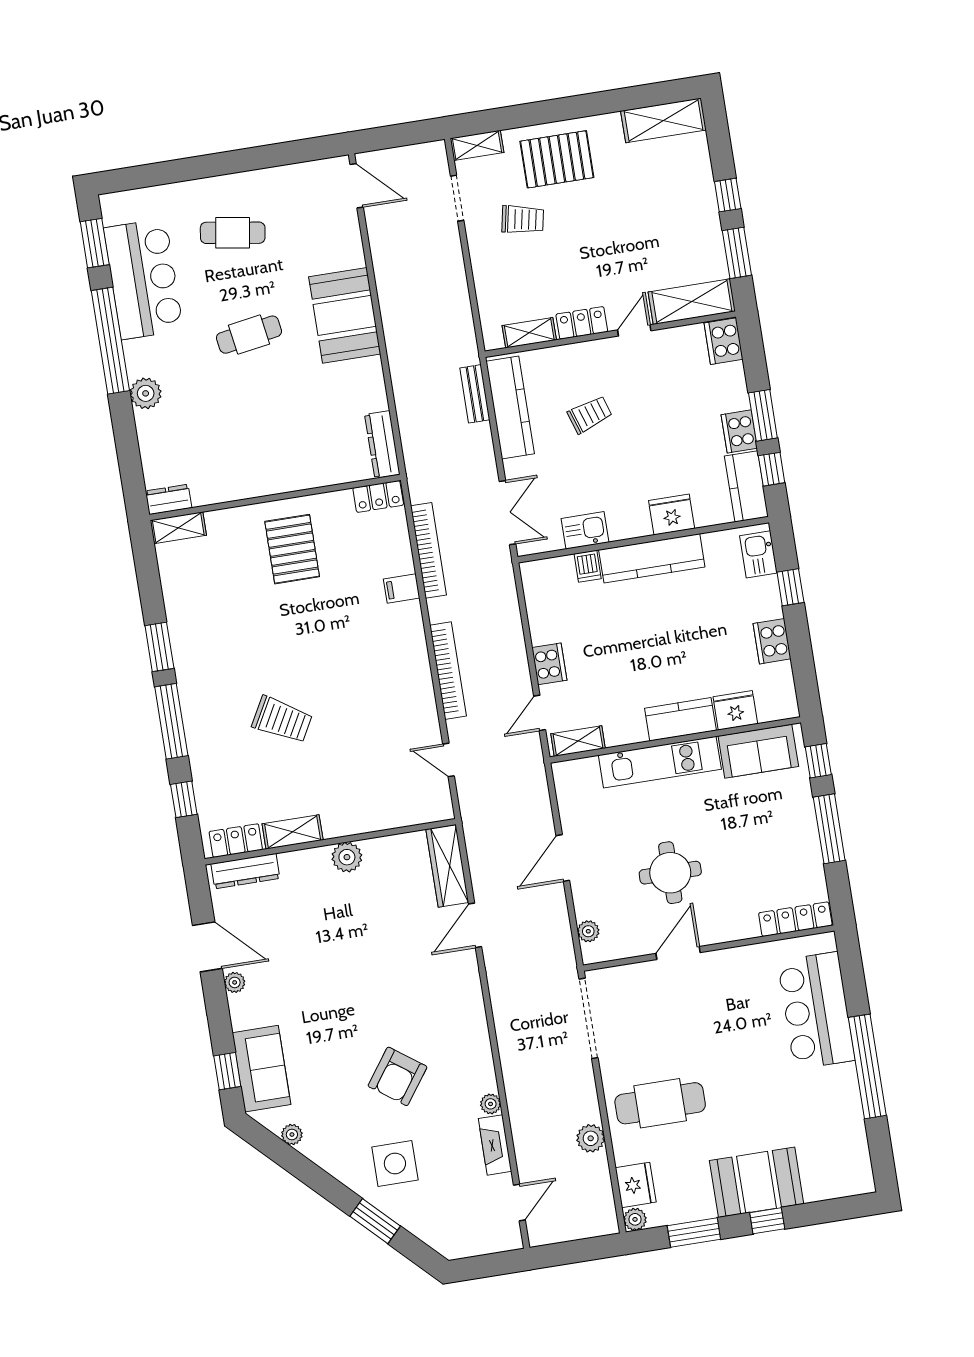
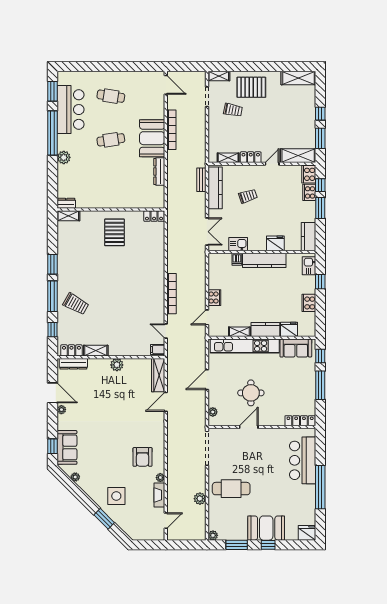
cooker: (739, 431) -> (309, 192), moved
dresser: (382, 444) -> (159, 172), moved
window: (772, 469) -> (320, 185), moved
bookcase: (428, 550) -> (171, 130), moved
filing cabinet: (402, 589) -> (158, 349), moved
trolley: (282, 720) -> (76, 304), moved
shelving: (578, 741) -> (239, 332), moved
kitchen unit: (660, 762) -> (245, 346), width x1.36
armchair: (398, 1076) -> (143, 457), moved, turned -36
fridge: (636, 1185) -> (307, 533), moved, turned -90

